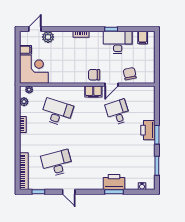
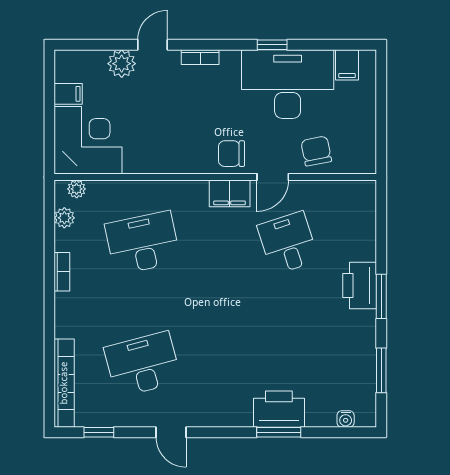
door: (35, 29) -> (153, 45), moved
desk: (118, 42) -> (288, 84), width x1.36, depth x1.30
desk: (57, 112) -> (143, 243), turned -30

